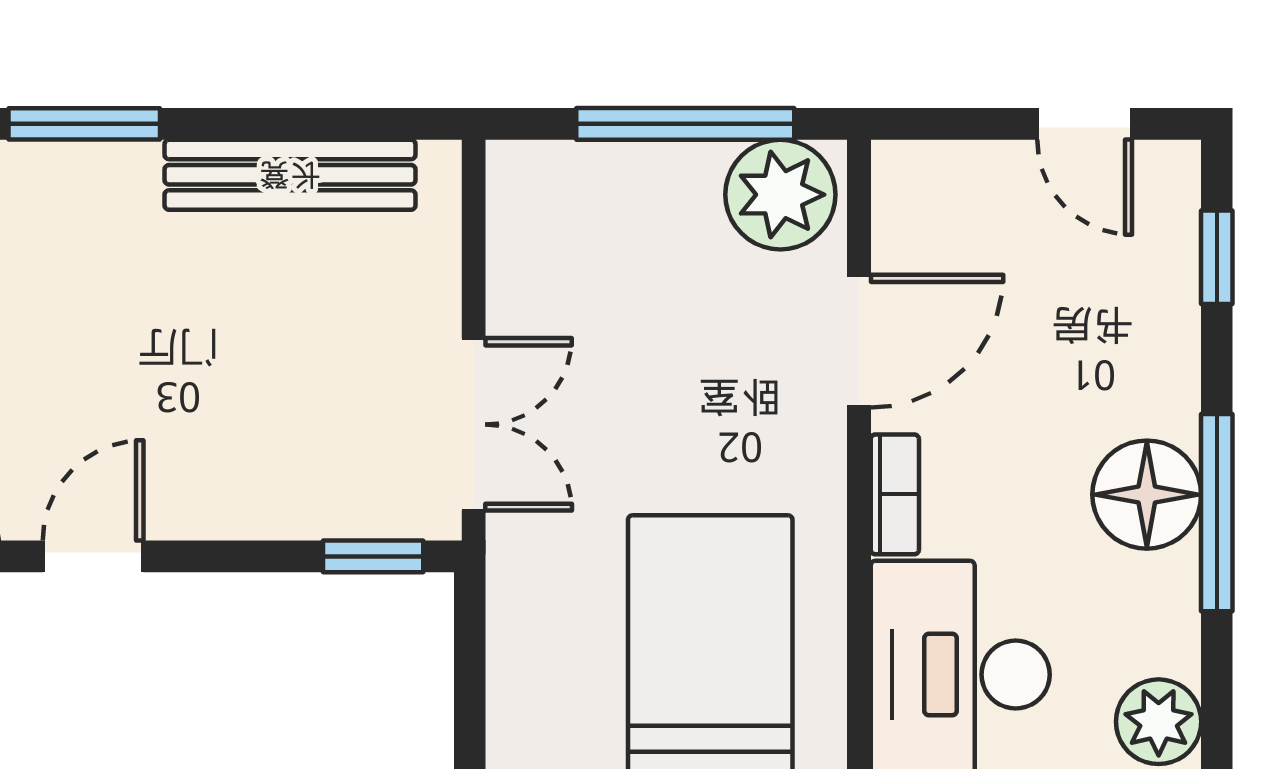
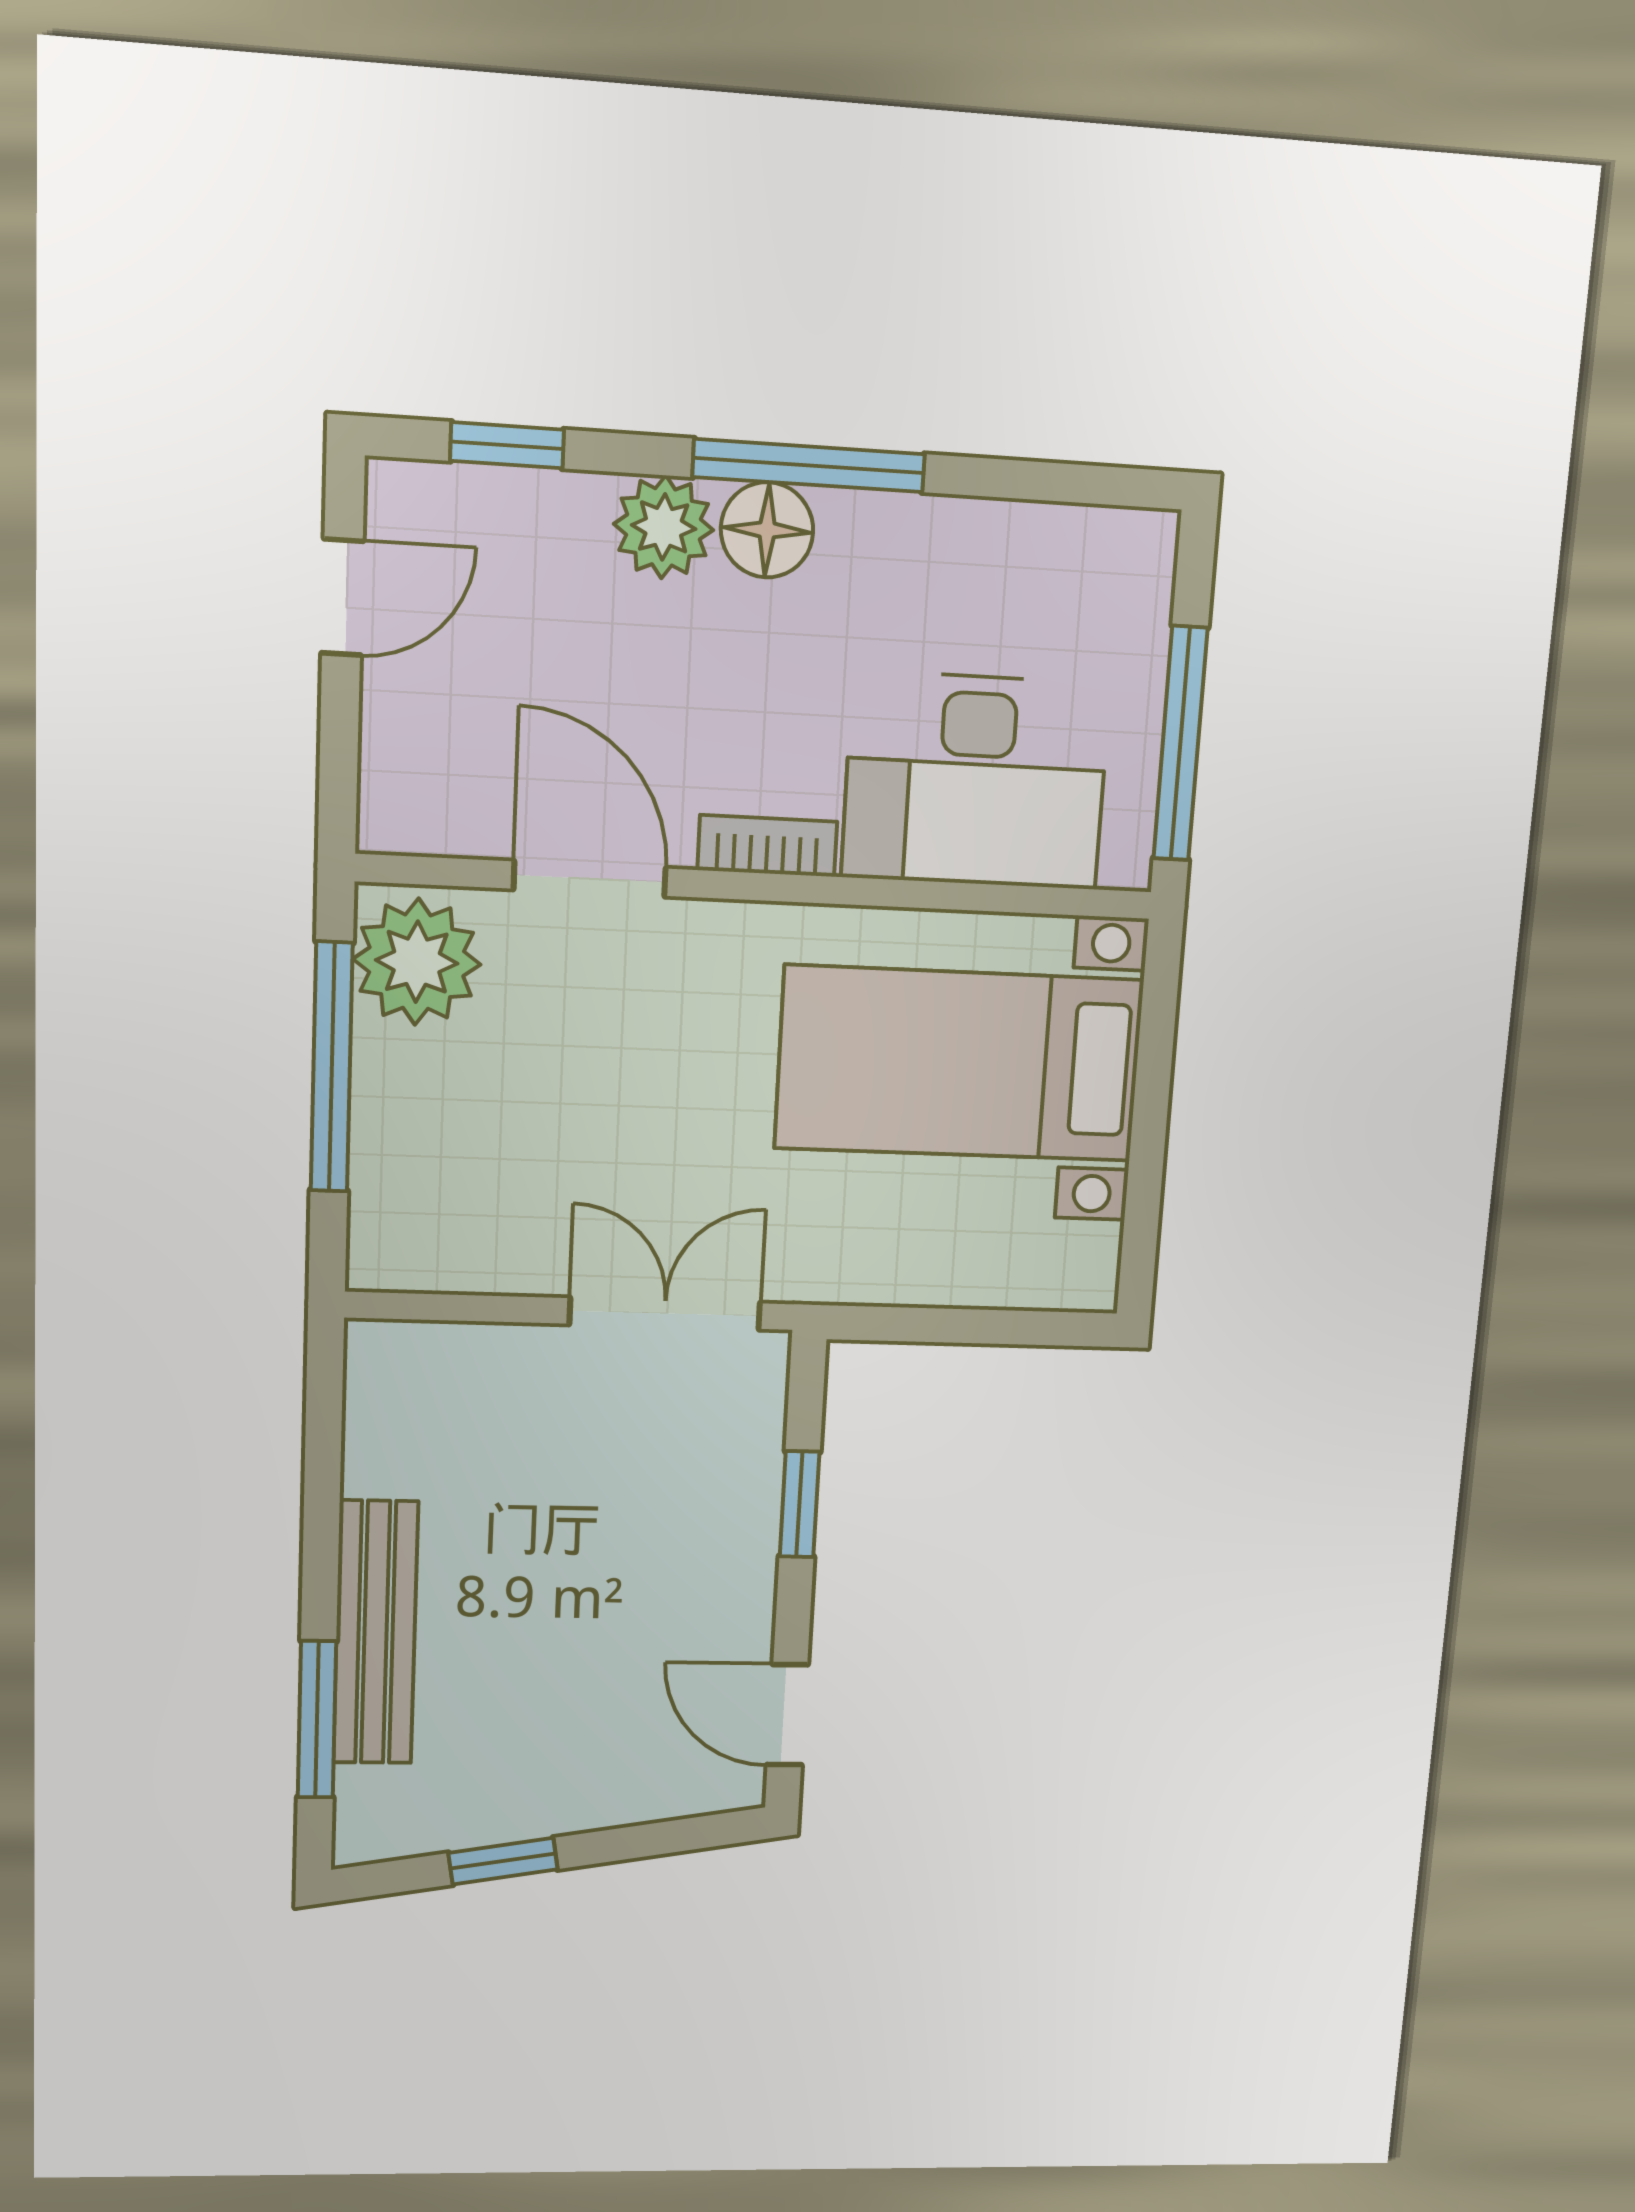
bench: (290, 175) -> (376, 1633), moved
floor lamp: (1147, 495) -> (767, 530), width x0.73, depth x0.73
window: (373, 556) -> (800, 1504), moved
plant: (1159, 722) -> (664, 527), moved

